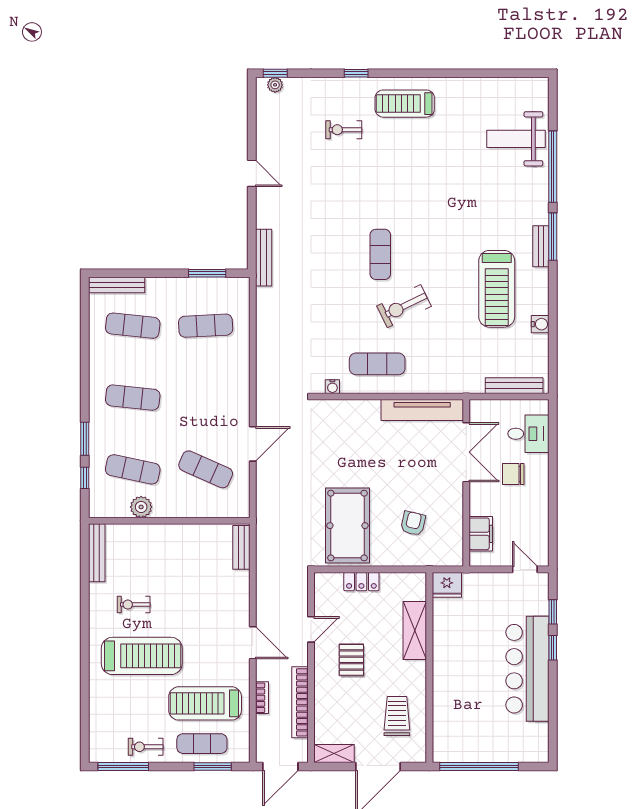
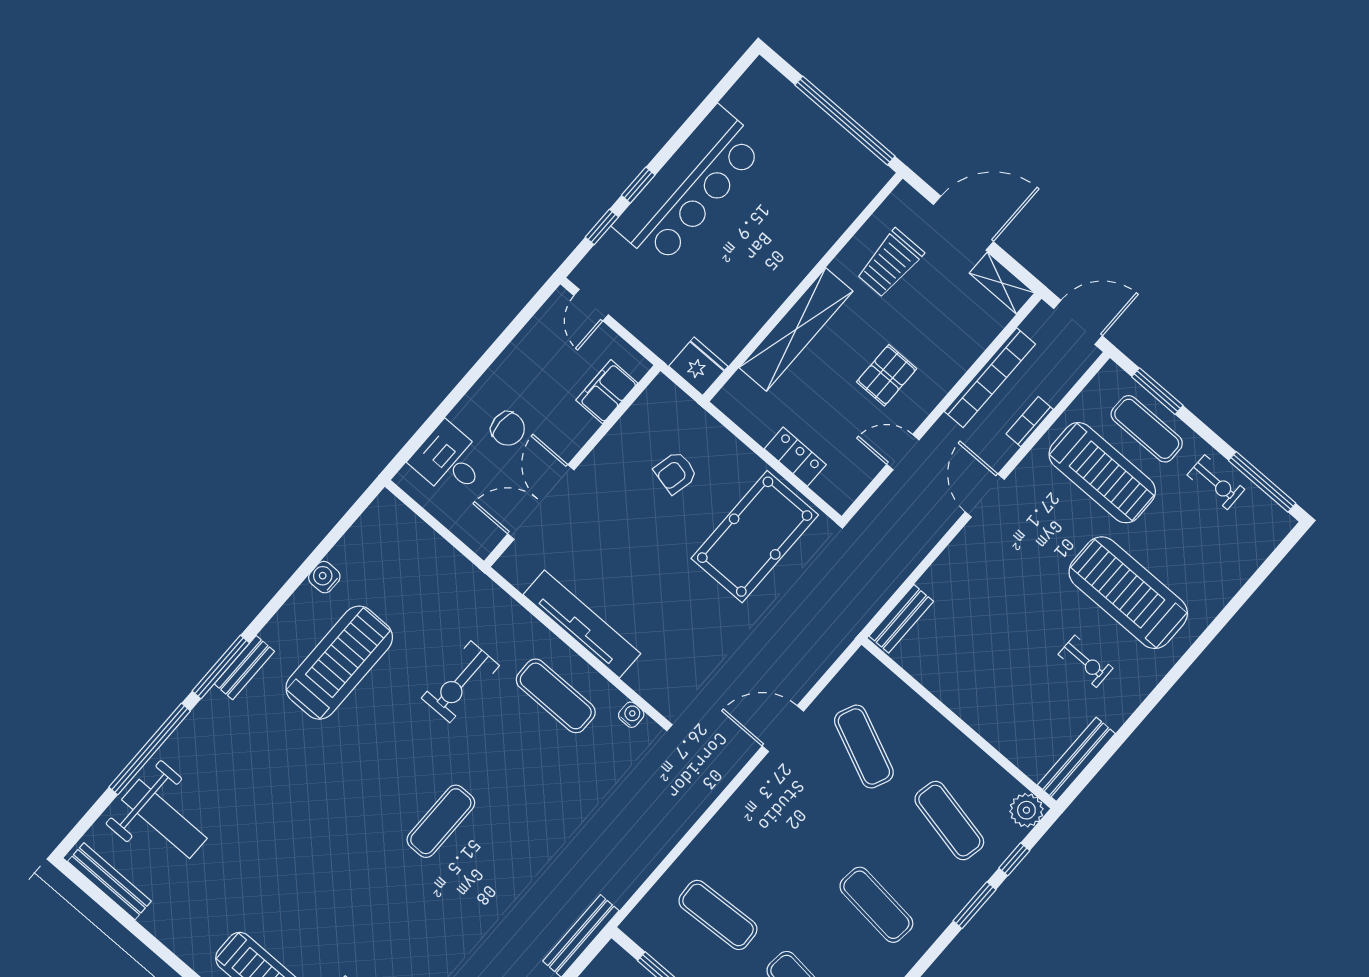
exercise bike: (404, 306) -> (460, 682), moved, turned 116
bench: (514, 386) -> (109, 881), moved
tv unit: (422, 410) -> (582, 624), moved
plant: (141, 507) -> (1026, 810), moved
shelving: (415, 630) -> (796, 329), width x1.47

